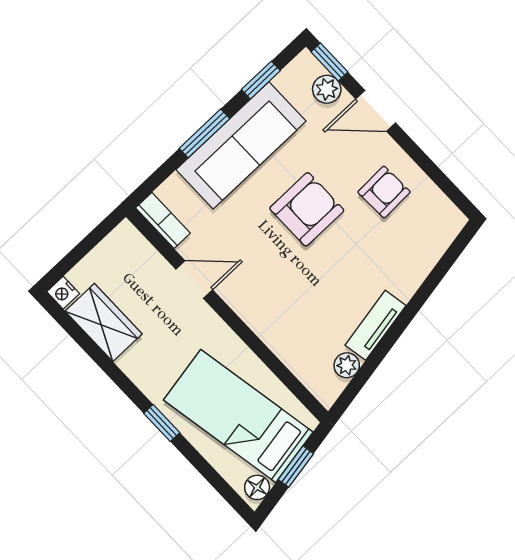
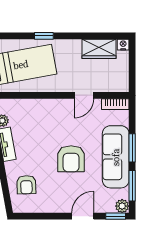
window: (261, 80) -> (132, 186), width x1.50
plant: (327, 89) -> (122, 206), moved
armchair: (384, 192) -> (26, 185), moved

